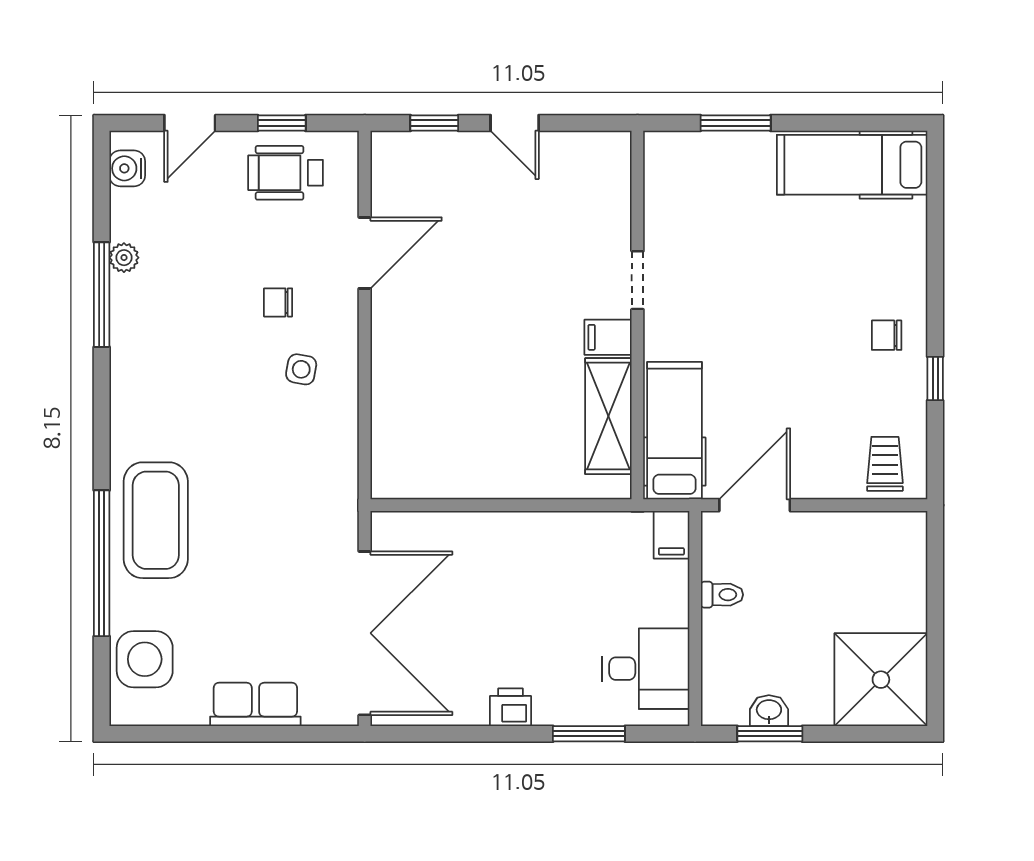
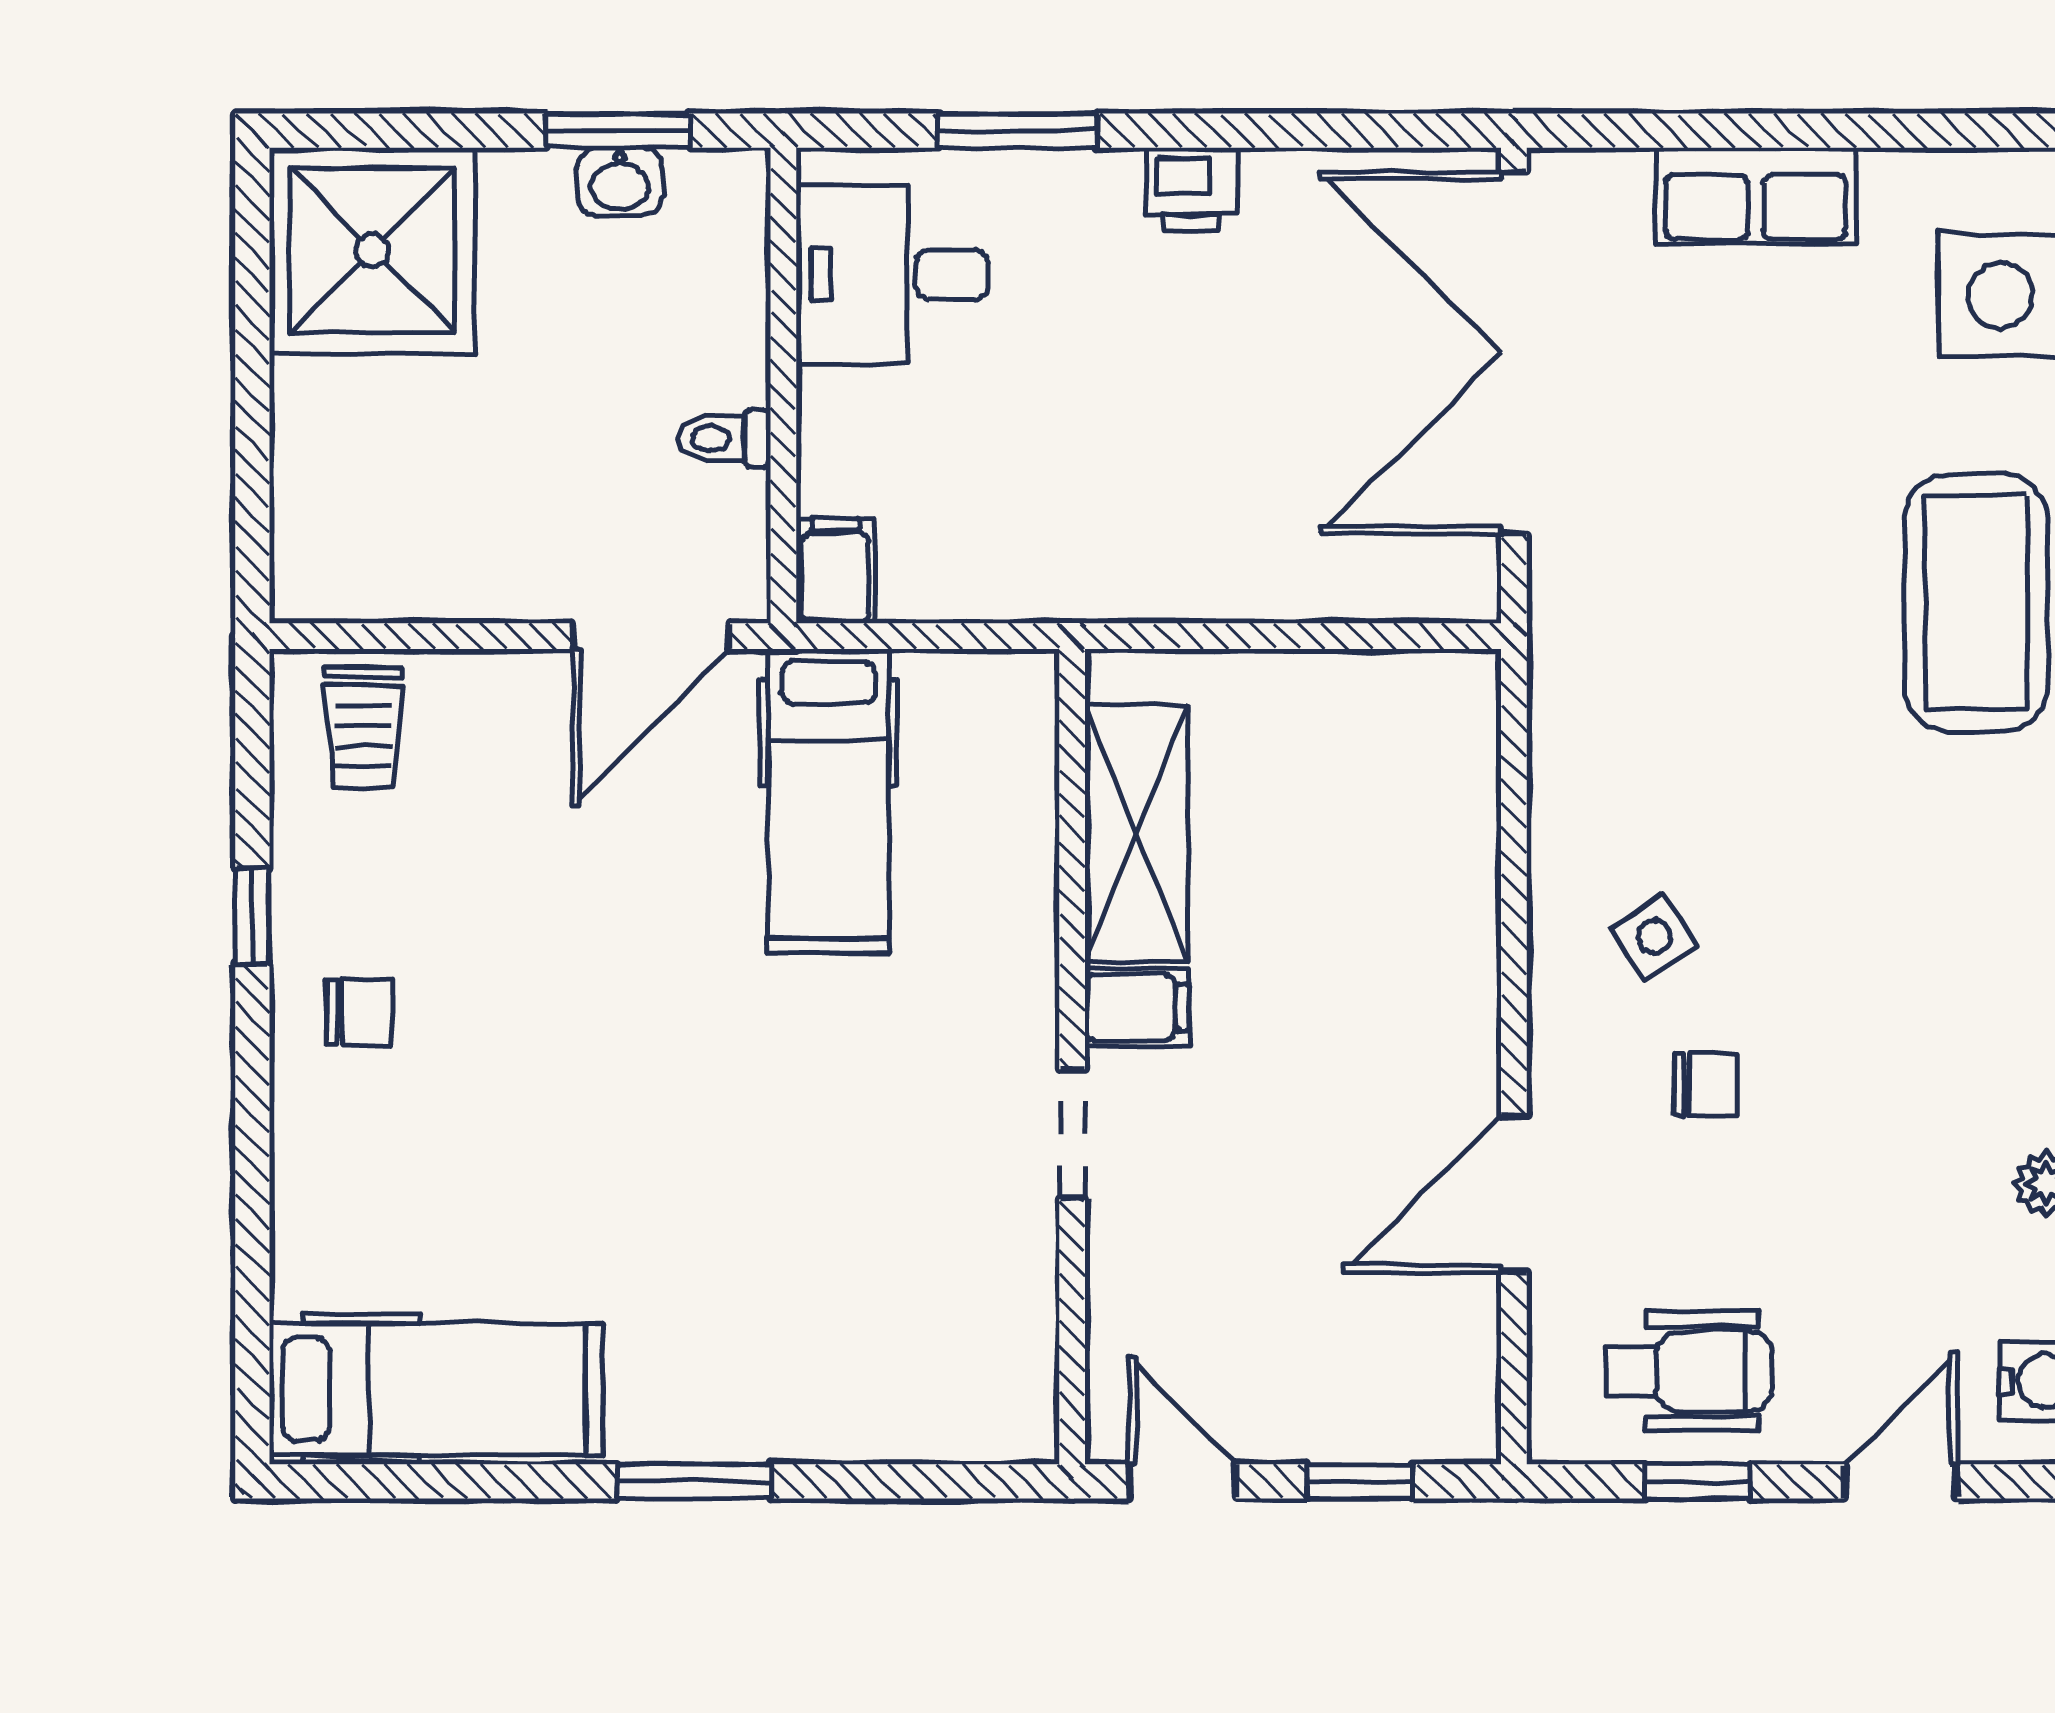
doorway: (637, 280) -> (1072, 1134), moved
wall: (637, 315) -> (1072, 1057), moved
filing cabinet: (608, 337) -> (1137, 1007), moved
side table: (301, 369) -> (1654, 937), turned 45
shelving: (608, 416) -> (1136, 833), moved

